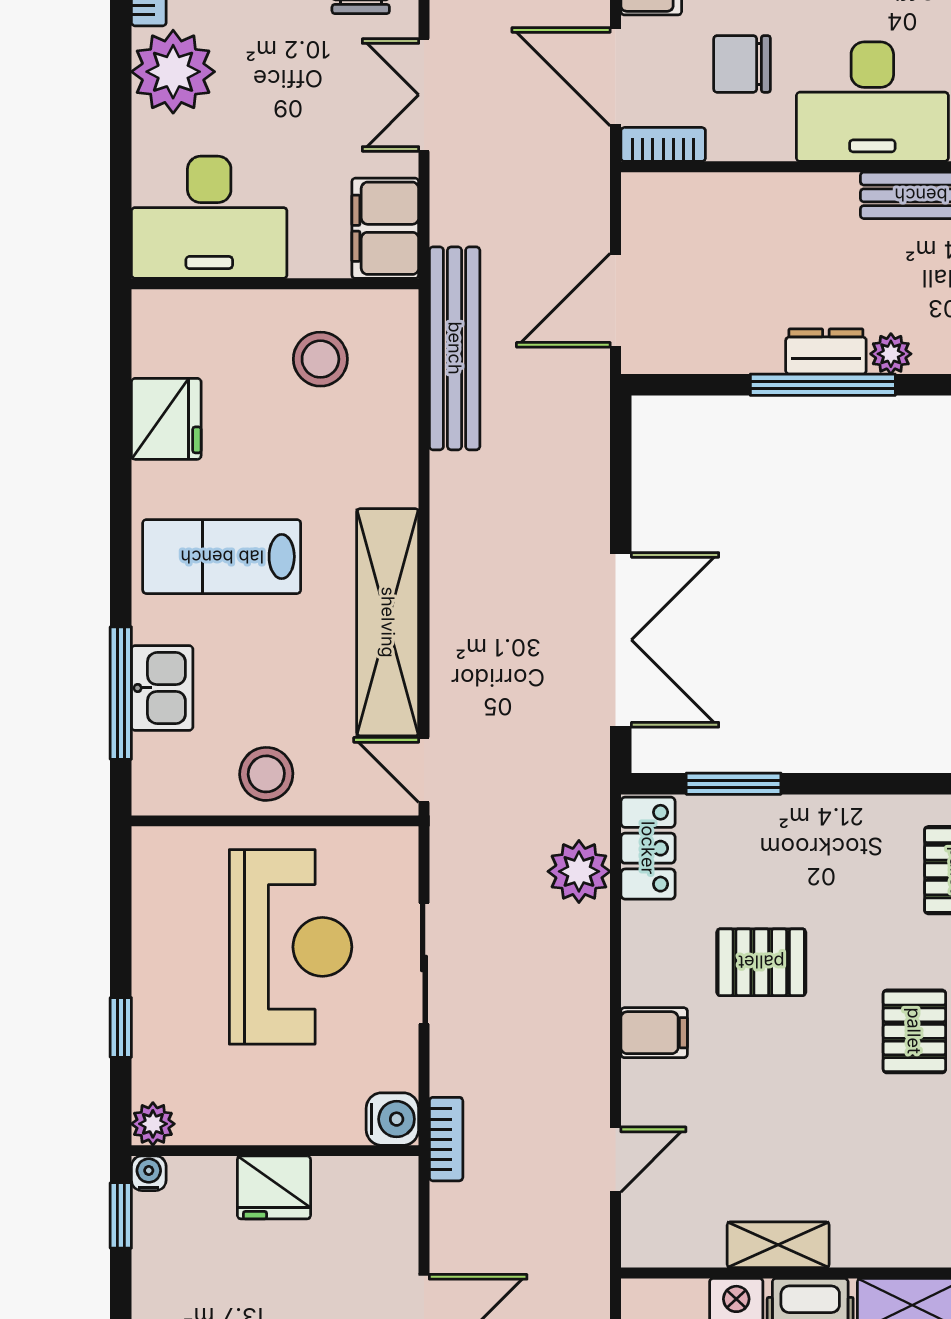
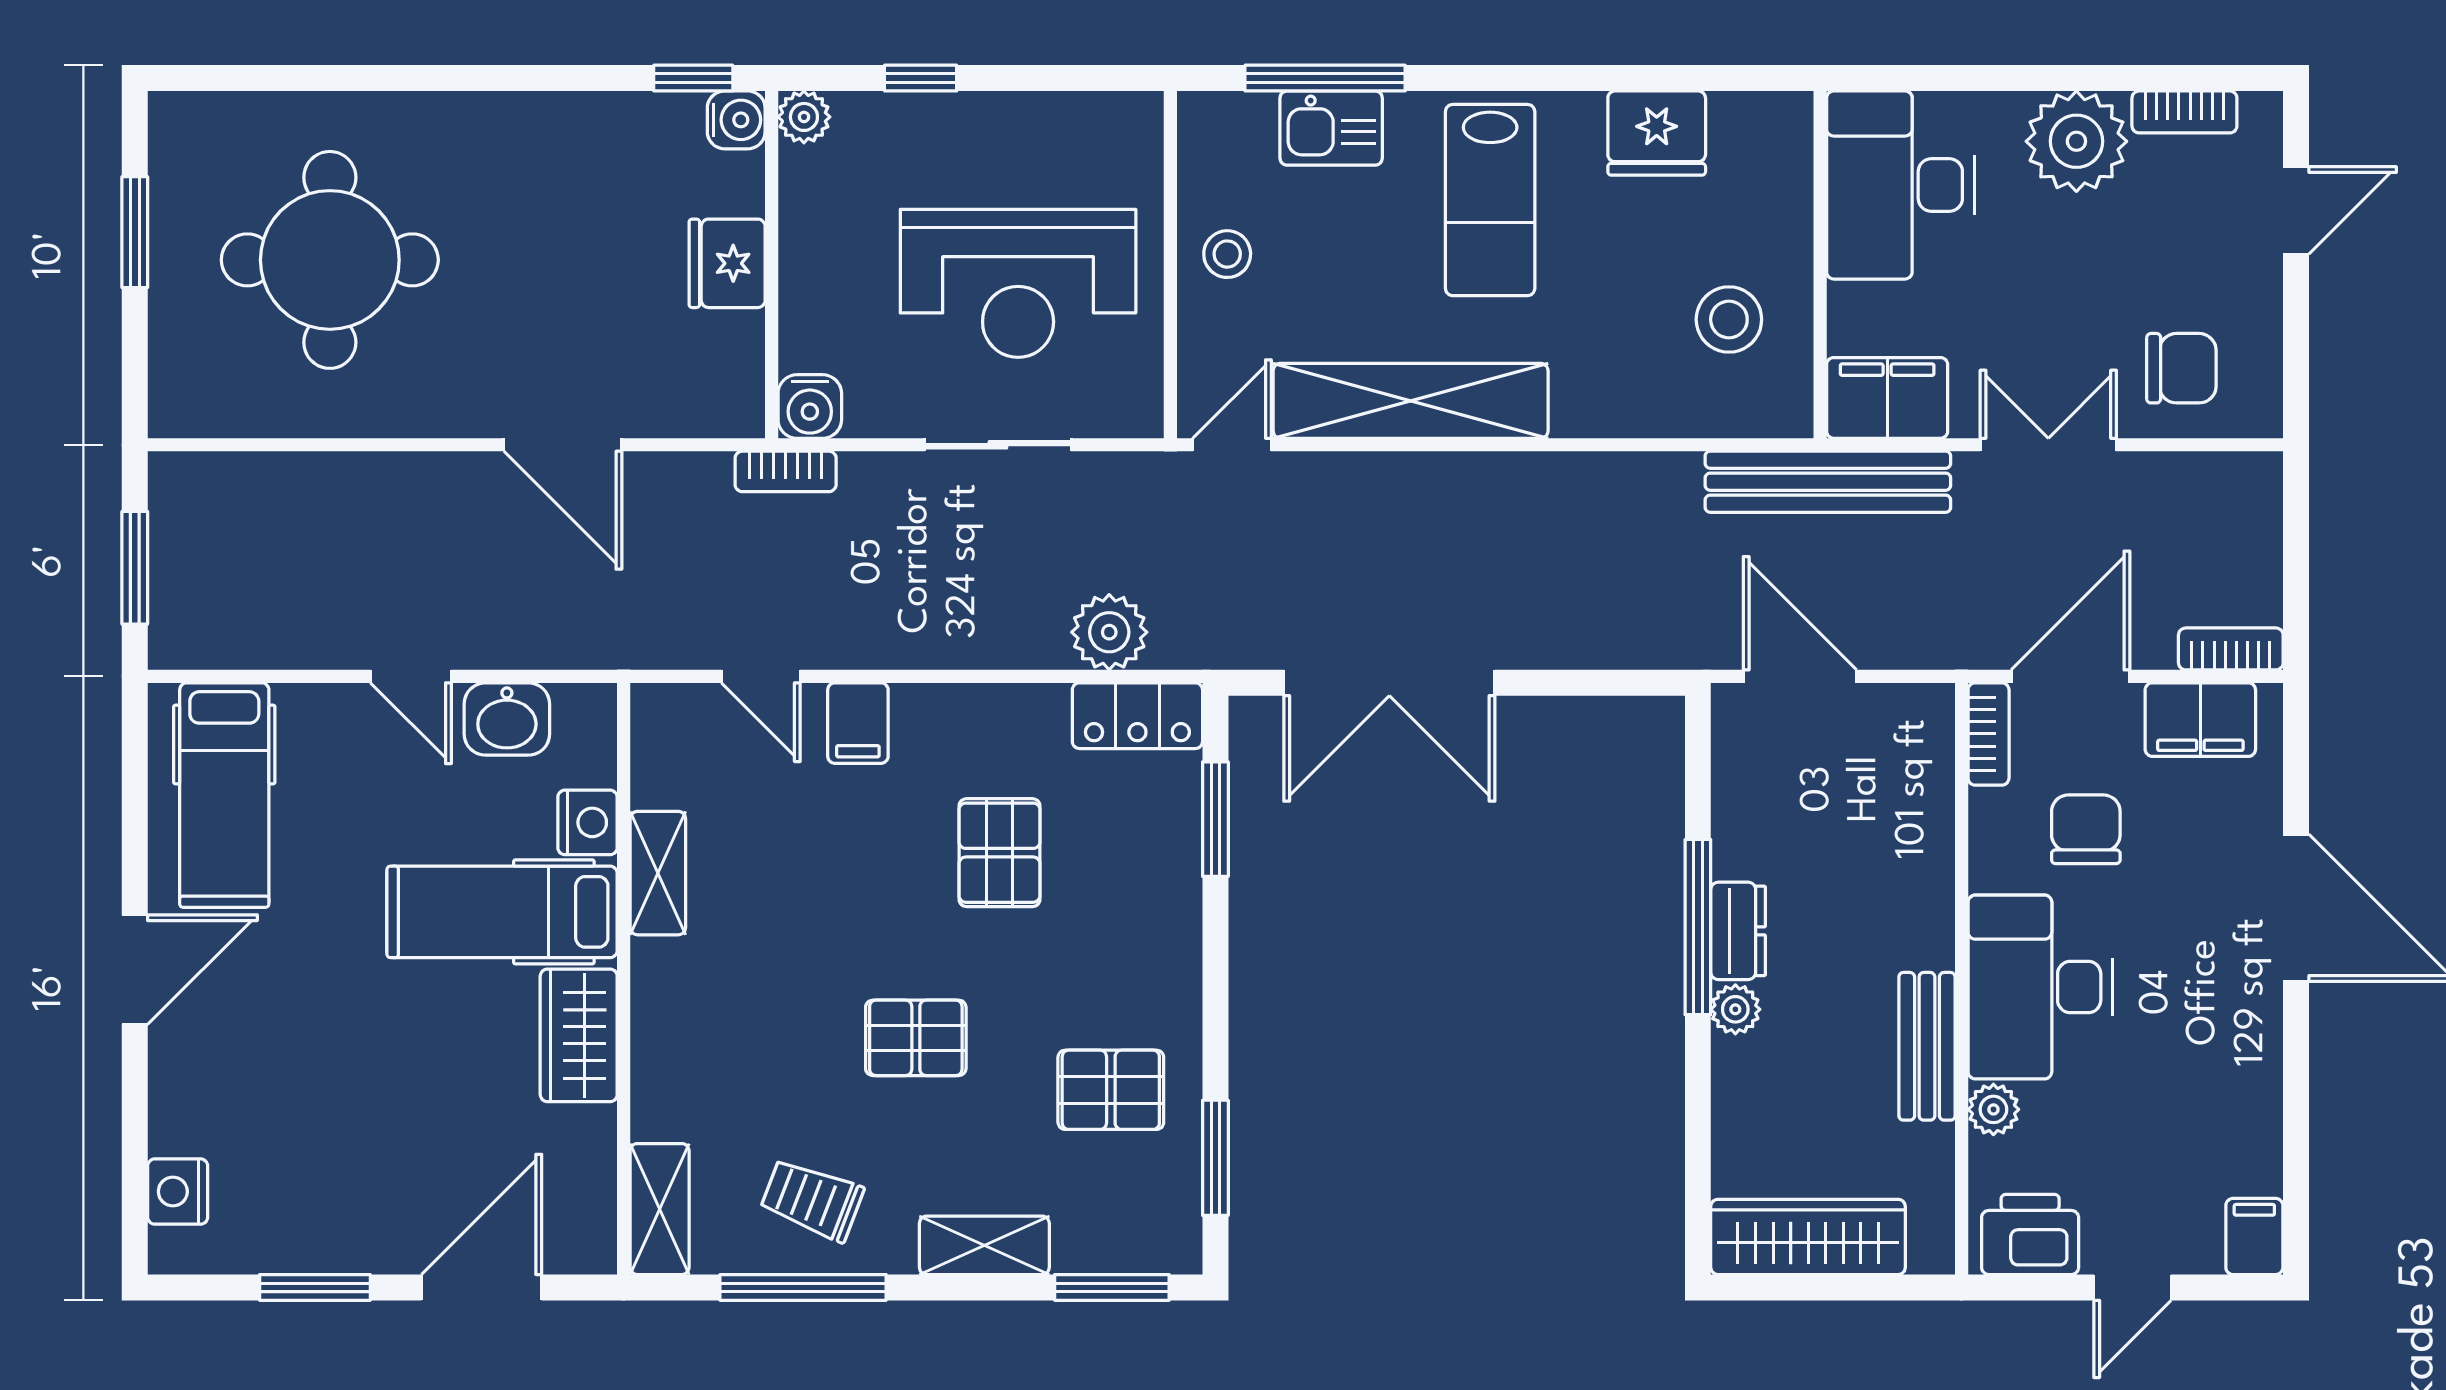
bench: (455, 348) -> (1828, 482), moved
lab bench: (222, 557) -> (1490, 200), turned 180
stool: (266, 774) -> (1227, 254), width x0.73, depth x0.73
filing cabinet: (654, 1033) -> (858, 723), moved
water cooler: (149, 1173) -> (736, 120), width x1.38, depth x1.38

